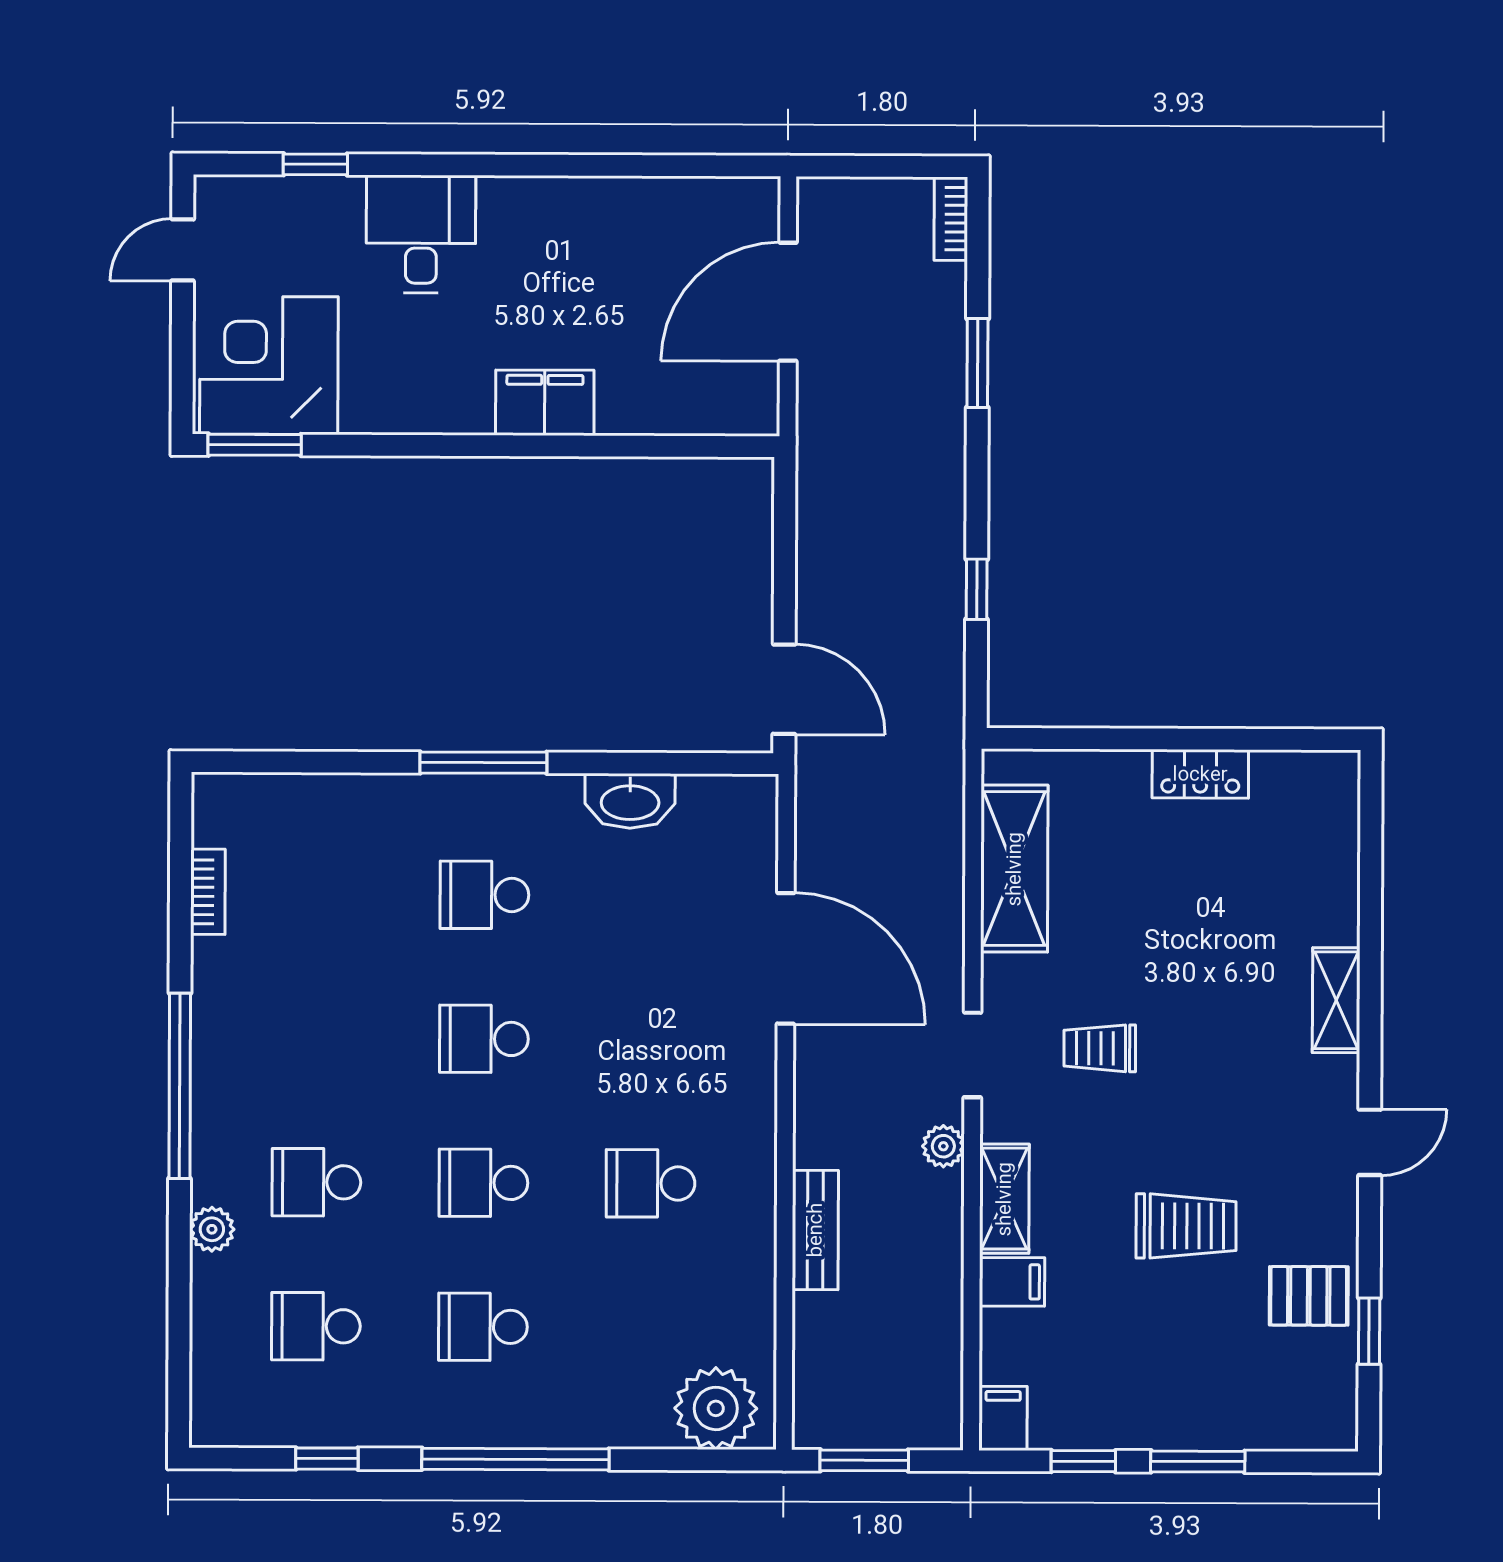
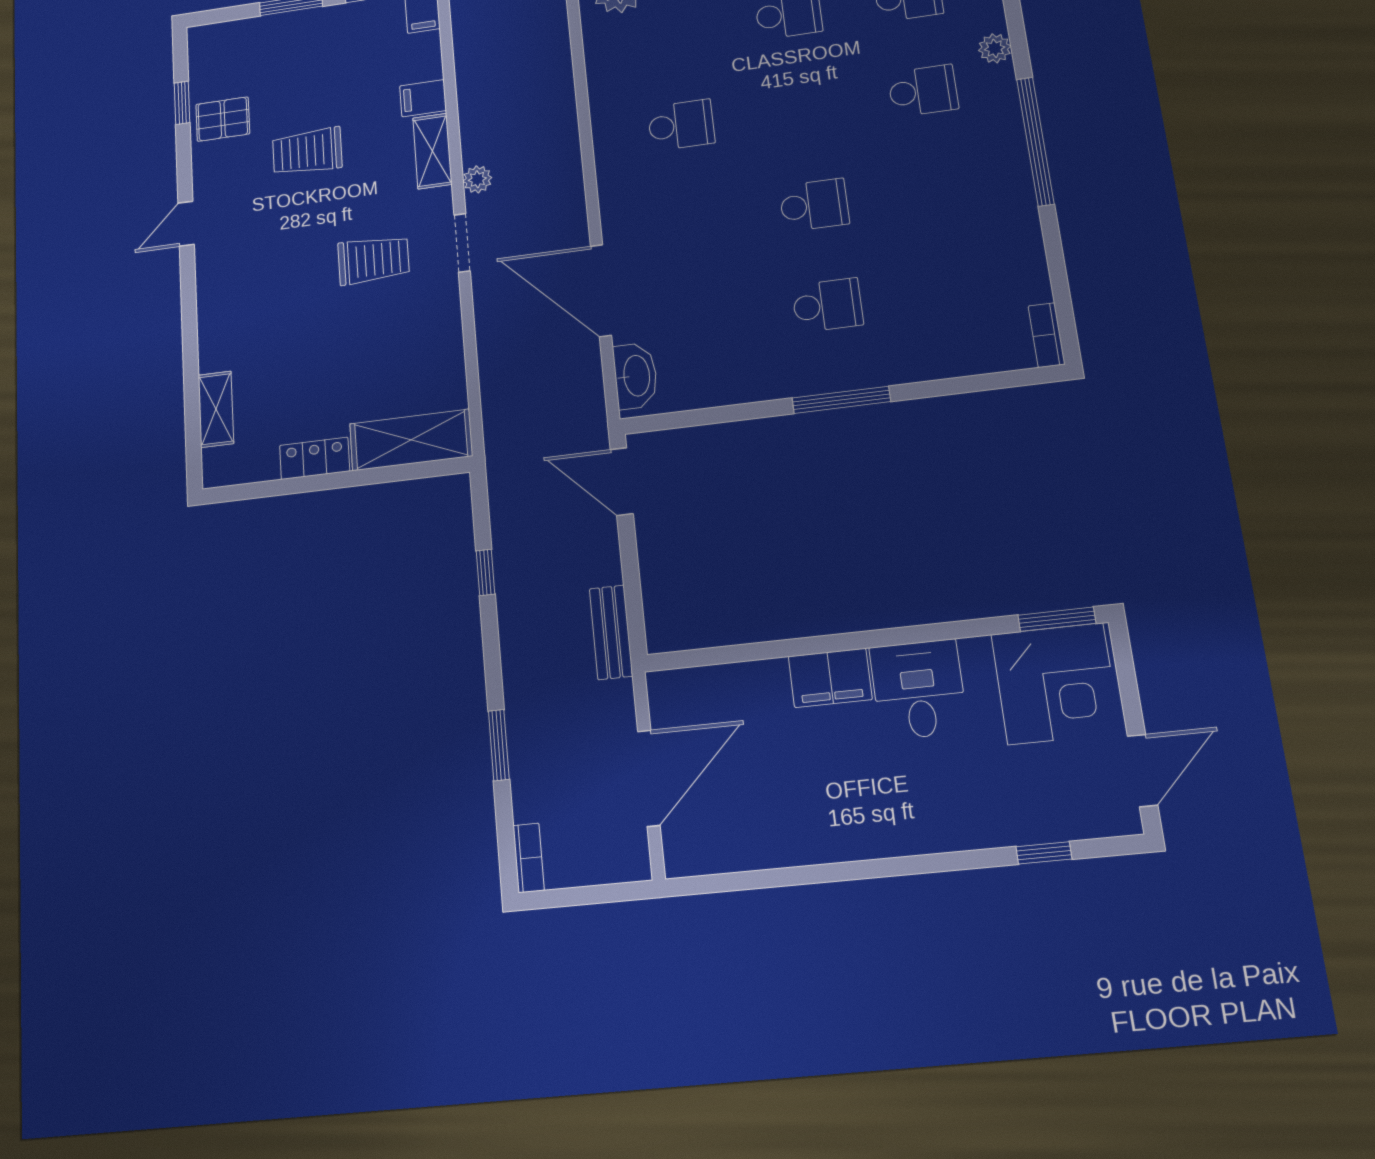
desk: (421, 234) -> (918, 690), moved, turned 180
door: (183, 250) -> (1143, 770), width x1.38
washbasin: (630, 801) -> (636, 376), moved, turned 90
shelving: (1014, 869) -> (411, 440), moved, turned 90
bookcase: (208, 892) -> (1047, 335), moved
shelving: (1336, 1000) -> (216, 409), moved
trolley: (1100, 1048) -> (374, 260), width x1.36, depth x1.39
school desk: (483, 1183) -> (801, 108), removed
bench: (815, 1230) -> (611, 632), moved

